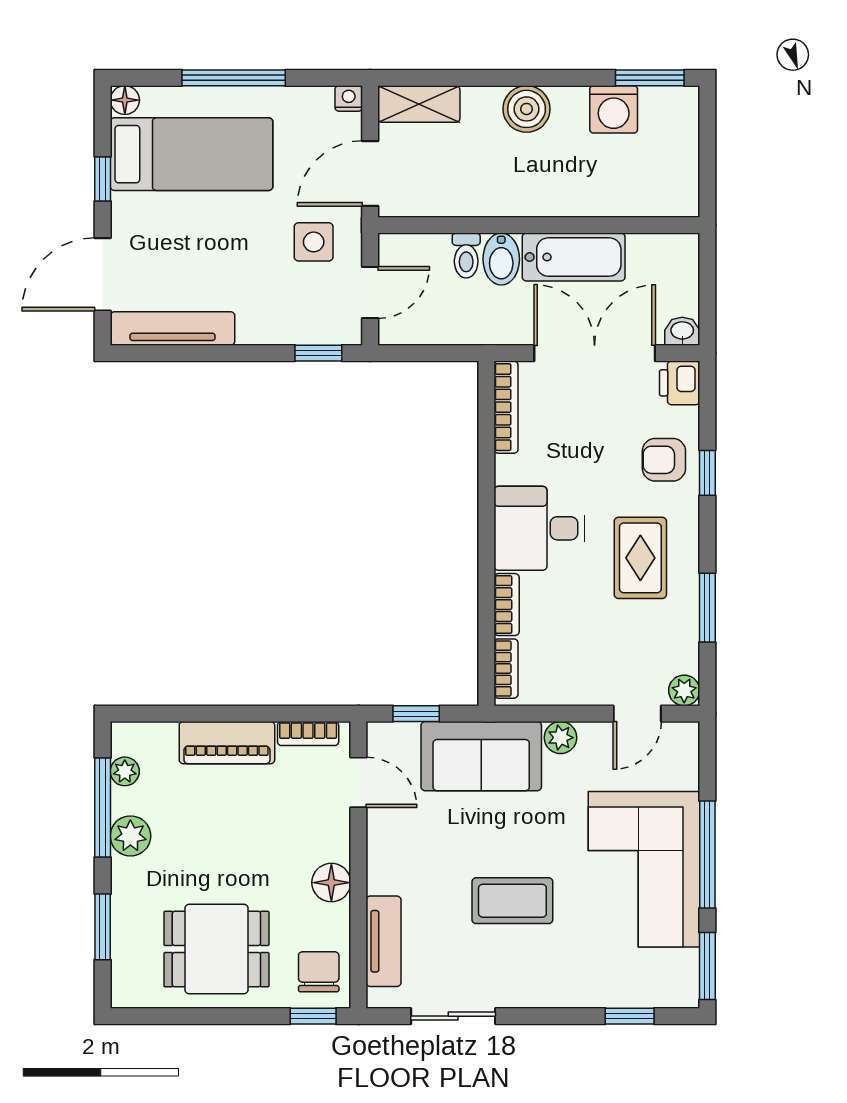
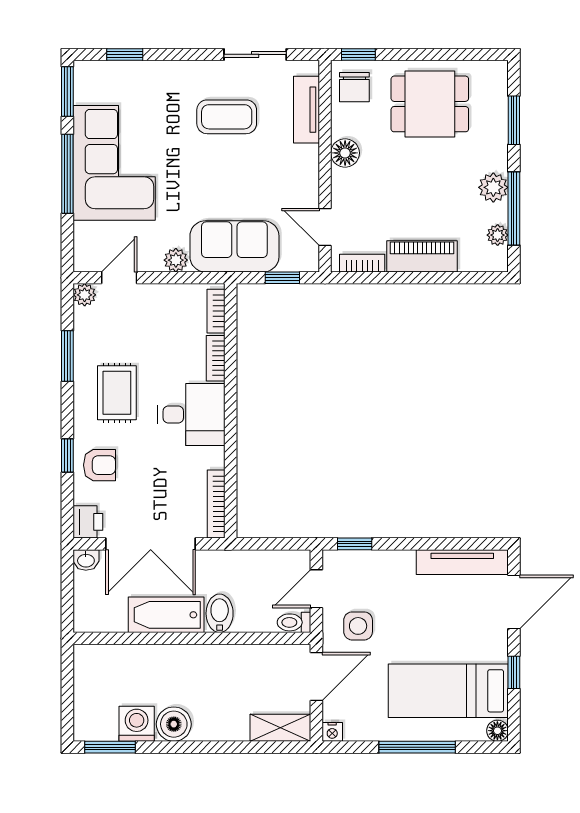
boiler: (527, 109) -> (174, 724), moved
toilet: (466, 255) -> (294, 622), moved, turned -90
coffee table: (512, 901) -> (227, 117), moved

